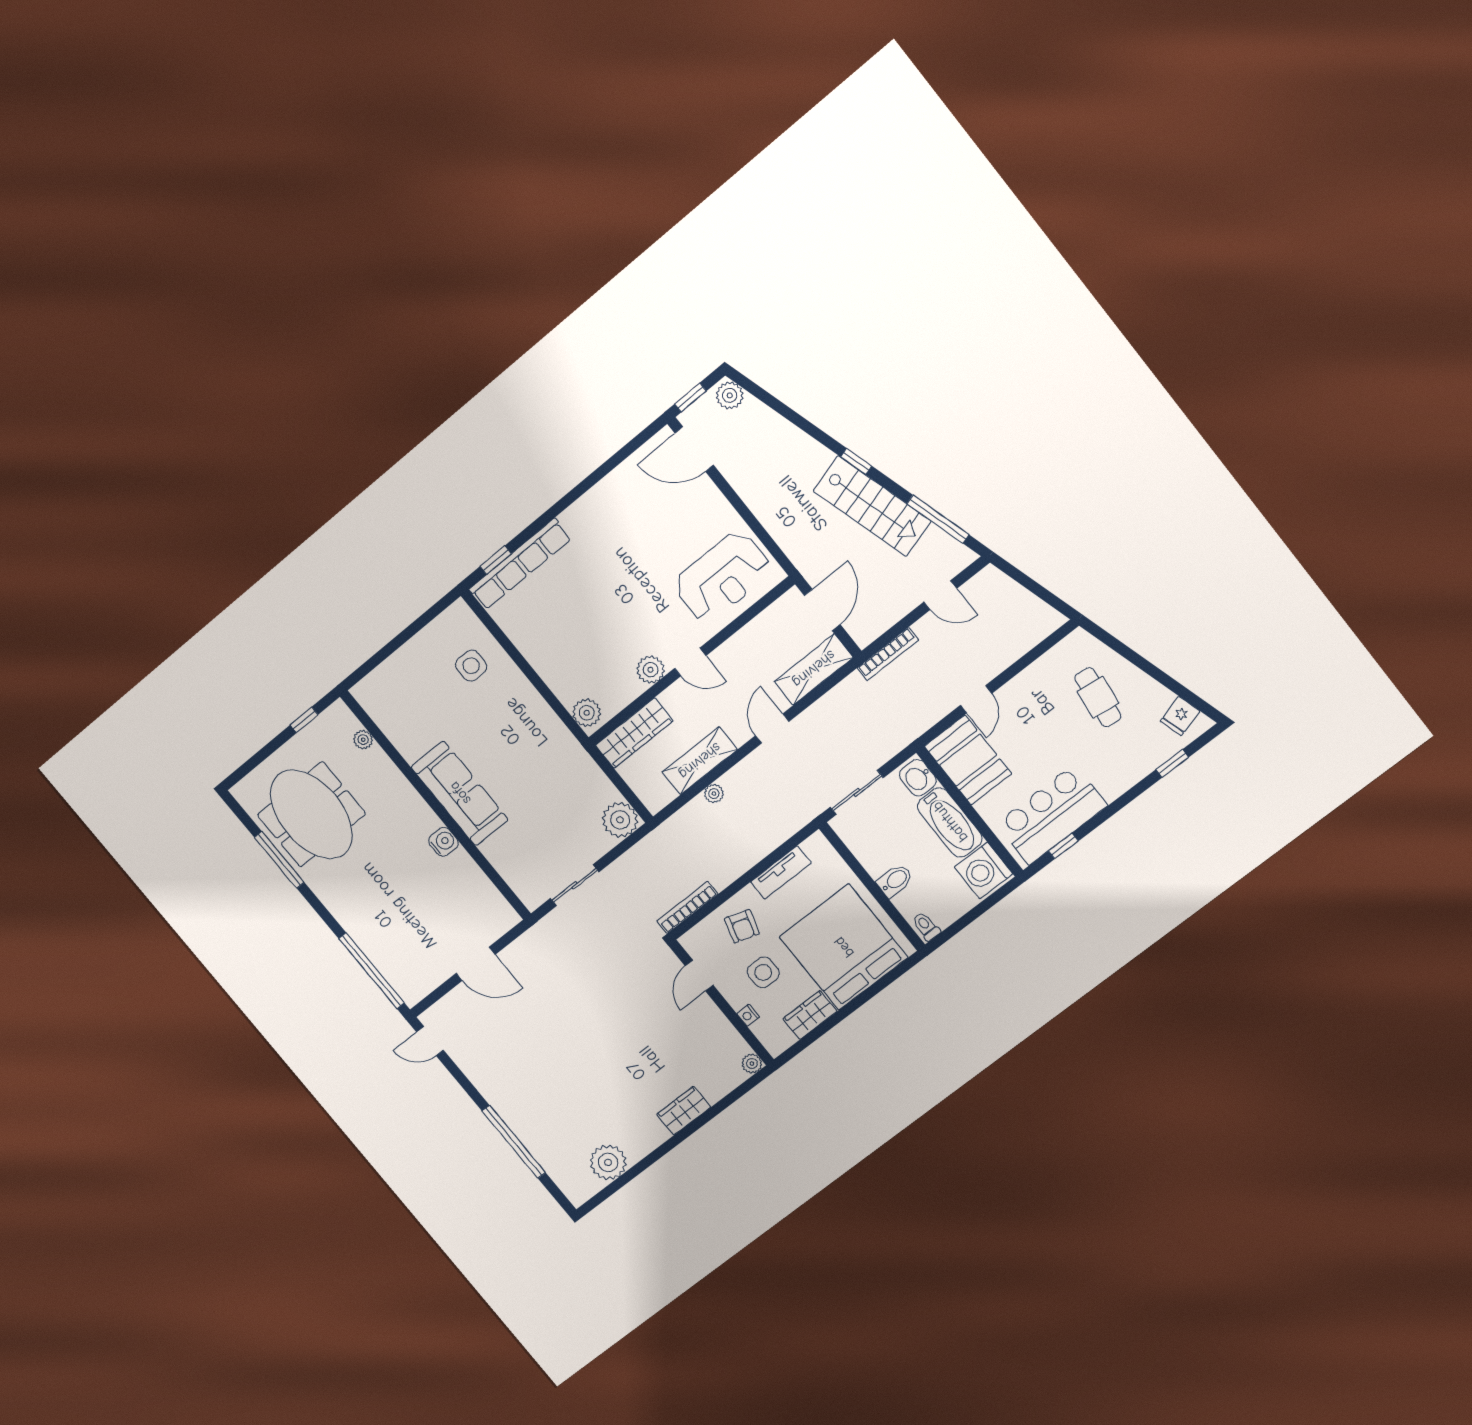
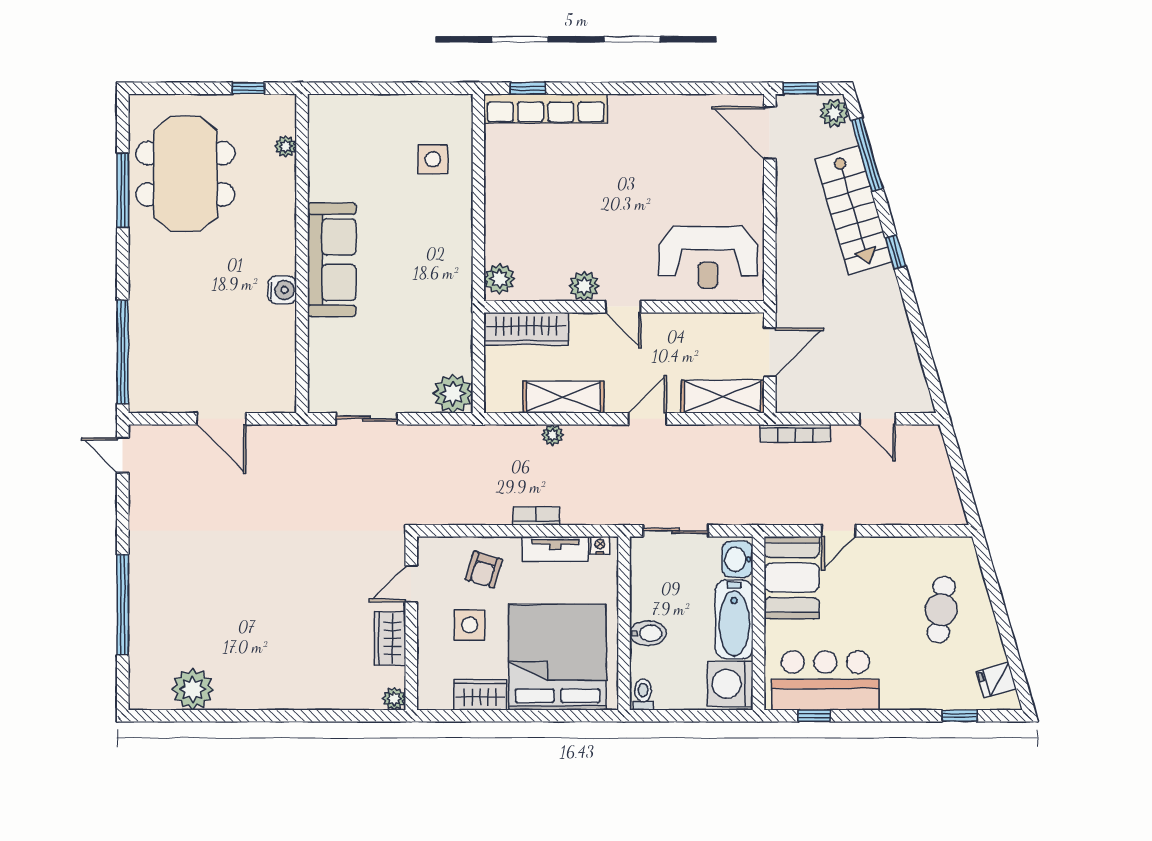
stairs: (872, 506) -> (854, 210), moved
window: (938, 519) -> (867, 154), moved
bookcase: (687, 907) -> (536, 516), moved, width x0.64
nightstand: (748, 1015) -> (600, 545), moved, turned 90
wardrobe: (684, 1111) -> (390, 639), moved, turned -90

